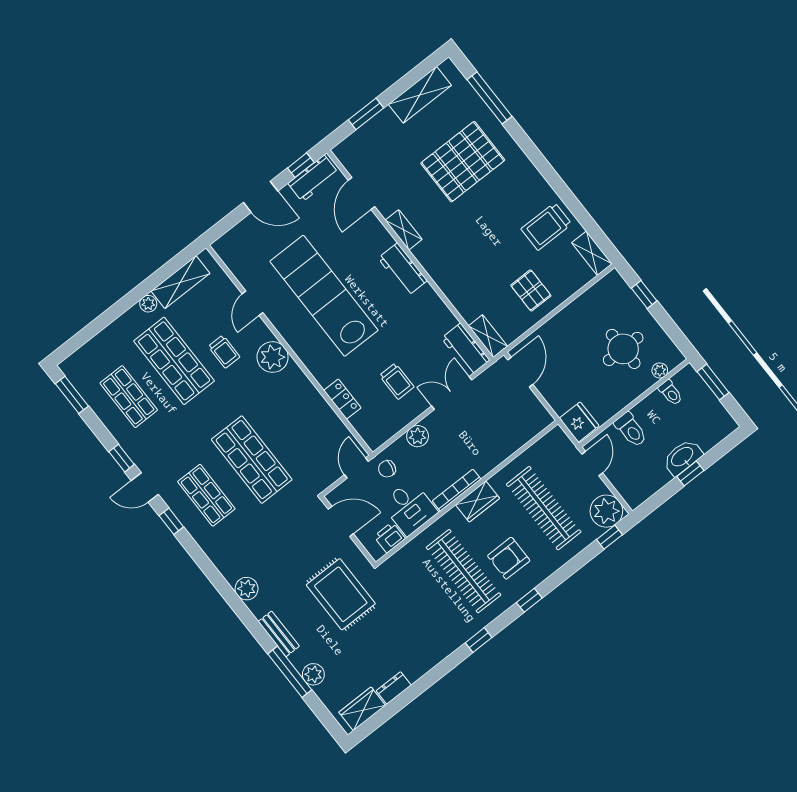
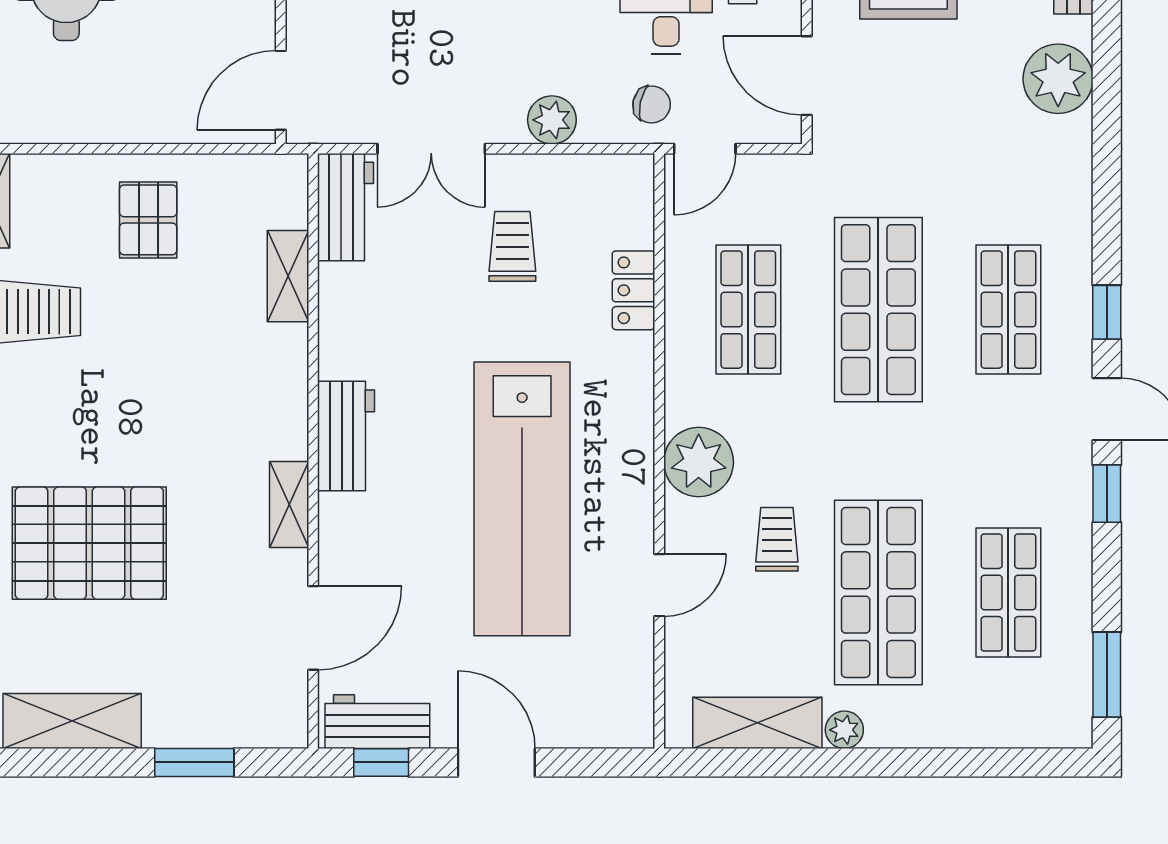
shelving: (488, 336) -> (288, 276), moved
shop shelf: (297, 424) -> (748, 310), added
plant: (247, 589) -> (1058, 79), width x1.36, depth x1.36

